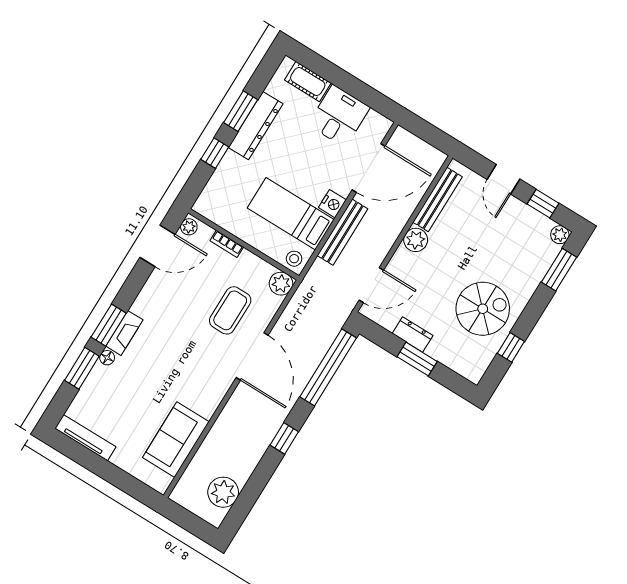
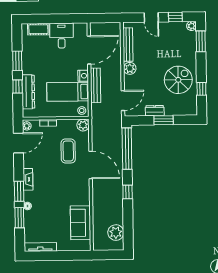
dresser: (256, 126) -> (28, 92), moved
fireplace: (124, 333) -> (28, 179), moved

